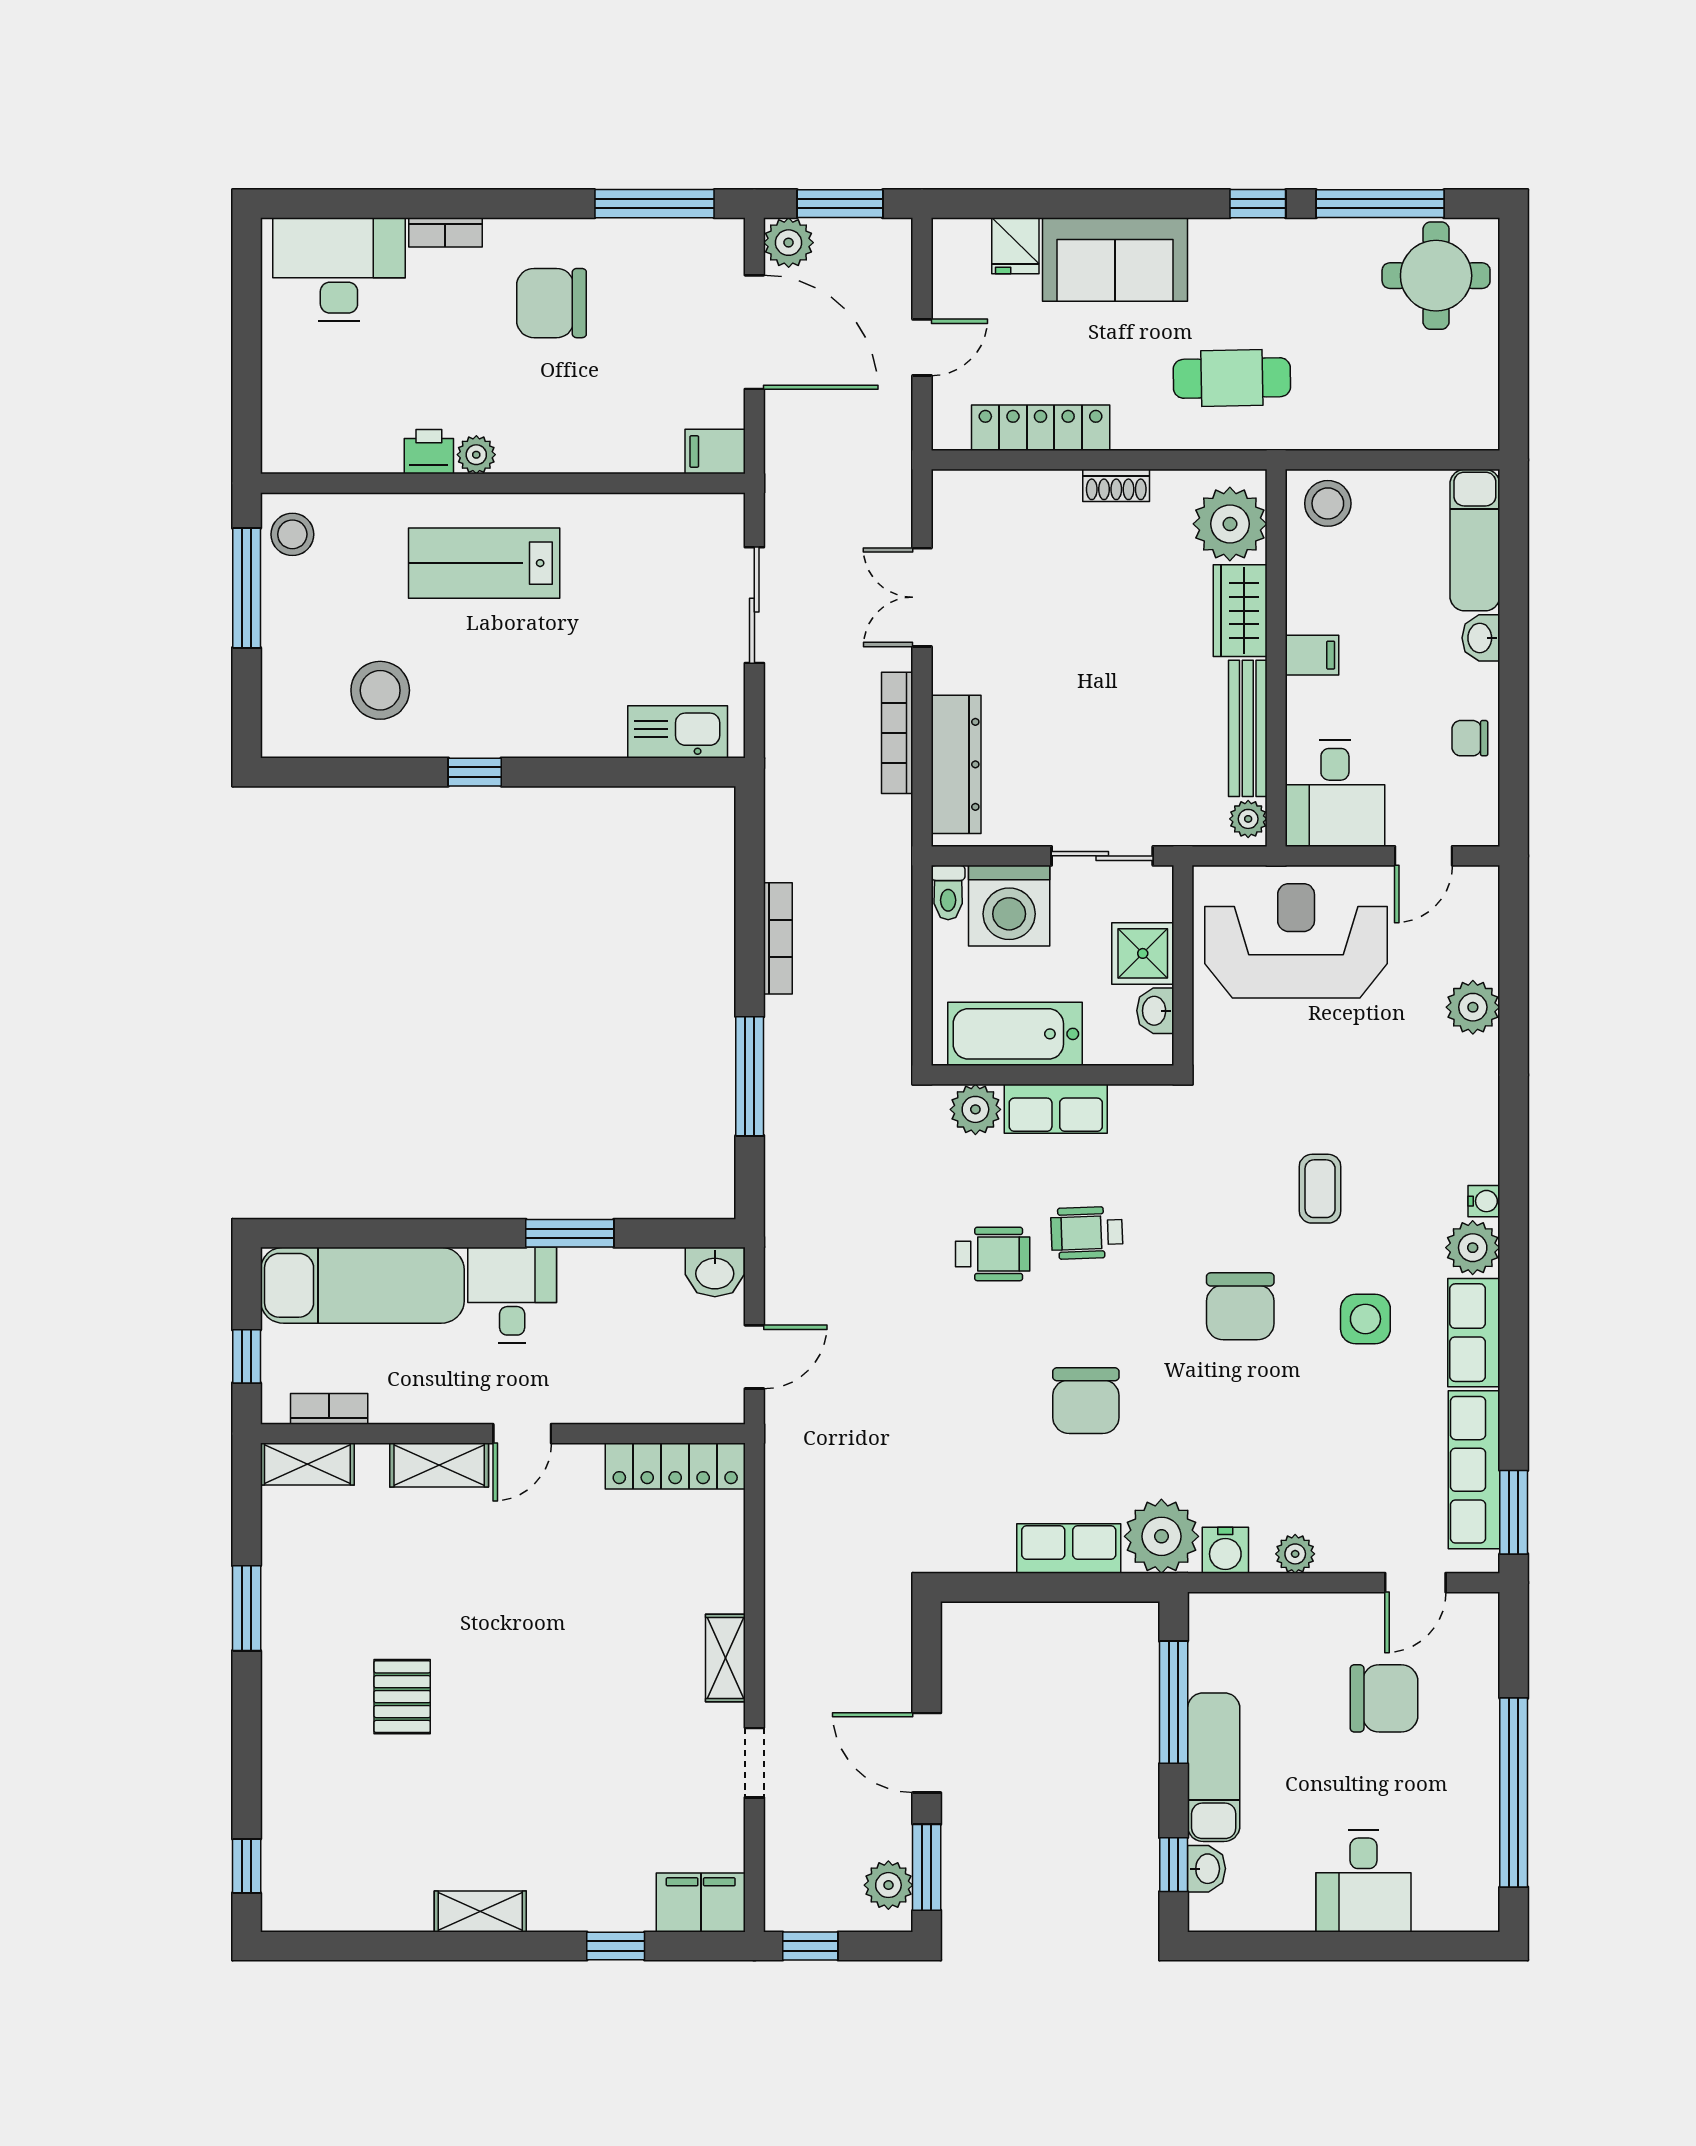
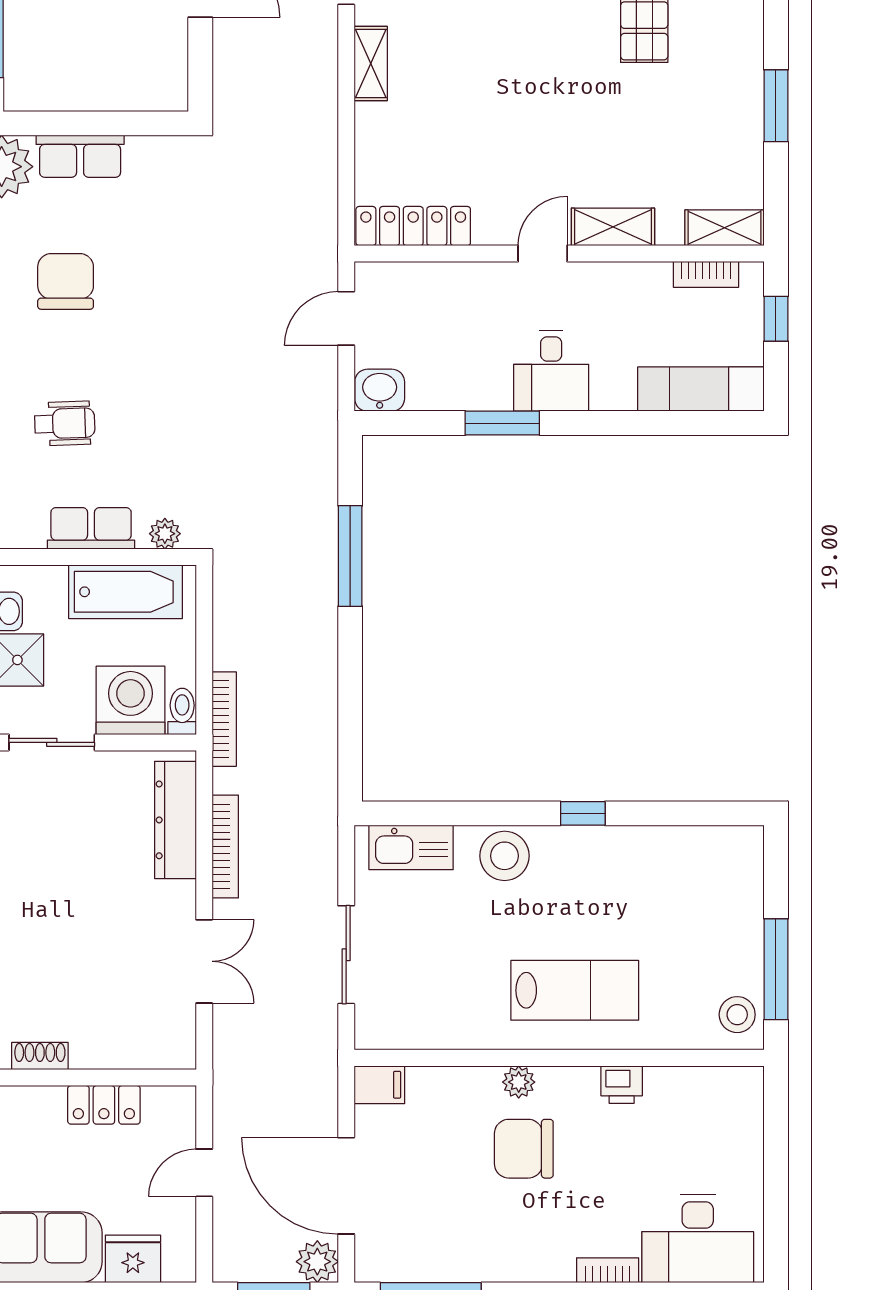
fridge: (1015, 246) -> (133, 1259), width x1.38
chair: (552, 303) -> (524, 1149), moved, turned 180
locker: (1041, 428) -> (104, 1105), width x0.66
plant: (476, 455) -> (519, 1082), moved
stool: (380, 690) -> (505, 856), moved
bookcase: (778, 938) -> (224, 719), moved, turned 180
plant: (975, 1109) -> (165, 534), width x0.73, depth x0.73
wheelchair: (993, 1254) -> (144, 405), removed
exam couch: (362, 1285) -> (701, 389), width x0.73, depth x0.69

